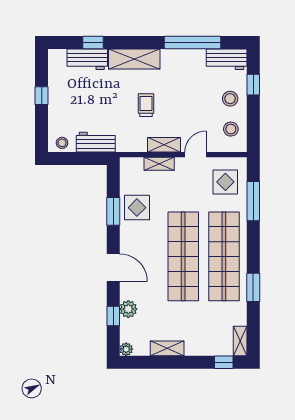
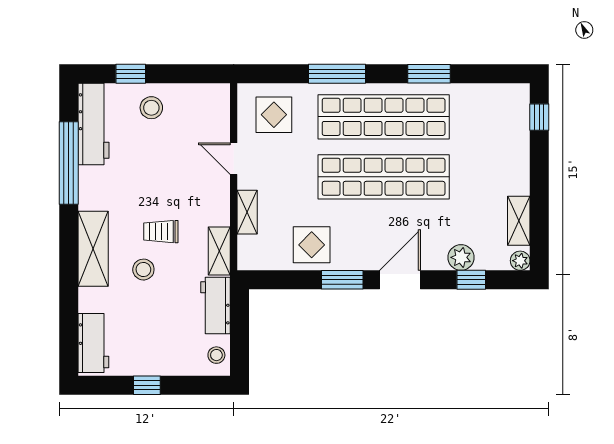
window: (93, 42) -> (69, 309), removed
workbench: (87, 59) -> (93, 343), moved
workbench: (227, 59) -> (93, 124), width x1.38
stool: (231, 129) -> (143, 270), moved
shelving: (164, 145) -> (219, 251), moved
window: (253, 201) -> (337, 74), moved
window: (113, 211) -> (342, 280), moved
shelving: (240, 341) -> (508, 93), removed
shelving: (167, 348) -> (519, 221), moved

